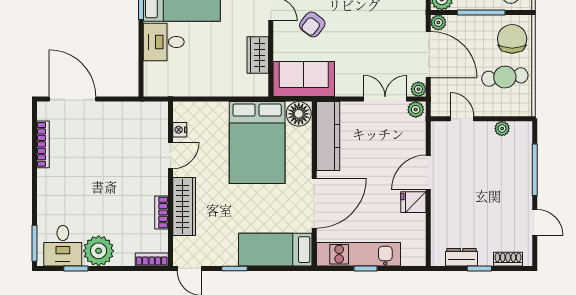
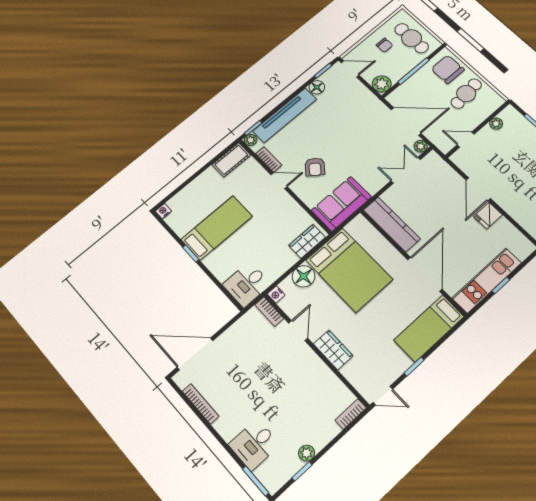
plant: (438, 22) -> (393, 98), removed
desk: (164, 42) -> (247, 284), moved
wardrobe: (258, 55) -> (307, 241), moved, turned 90
plant: (416, 110) -> (431, 159), removed
floor lamp: (299, 114) -> (304, 276), moved
nightstand: (180, 130) -> (276, 294), moved
wardrobe: (184, 206) -> (333, 350), width x0.67
bookcase: (161, 212) -> (269, 312), moved
desk: (63, 246) -> (254, 445), moved, turned 90
plant: (99, 251) -> (307, 453), width x0.53, depth x0.53

